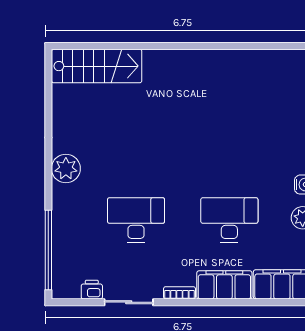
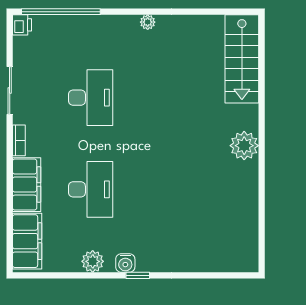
plant: (185, 64) -> (244, 146), added
plant: (66, 169) -> (148, 22), width x0.53, depth x0.53
printer: (92, 290) -> (22, 25), moved

